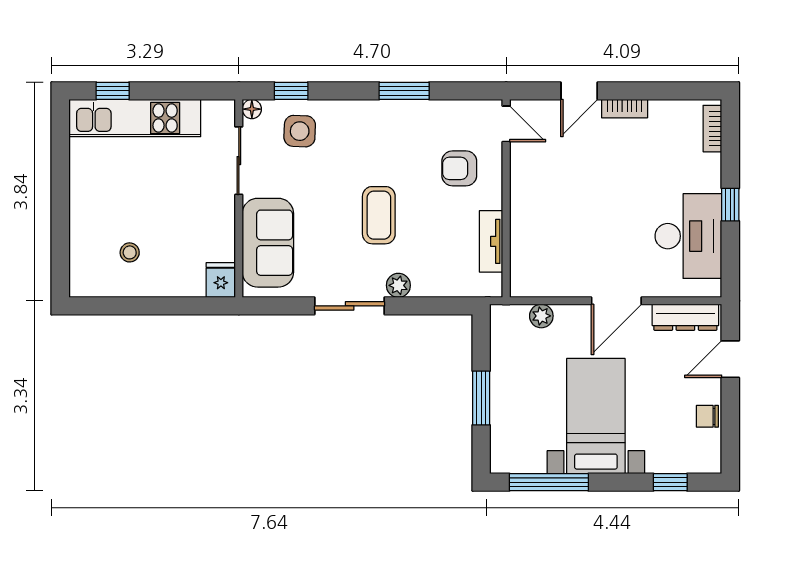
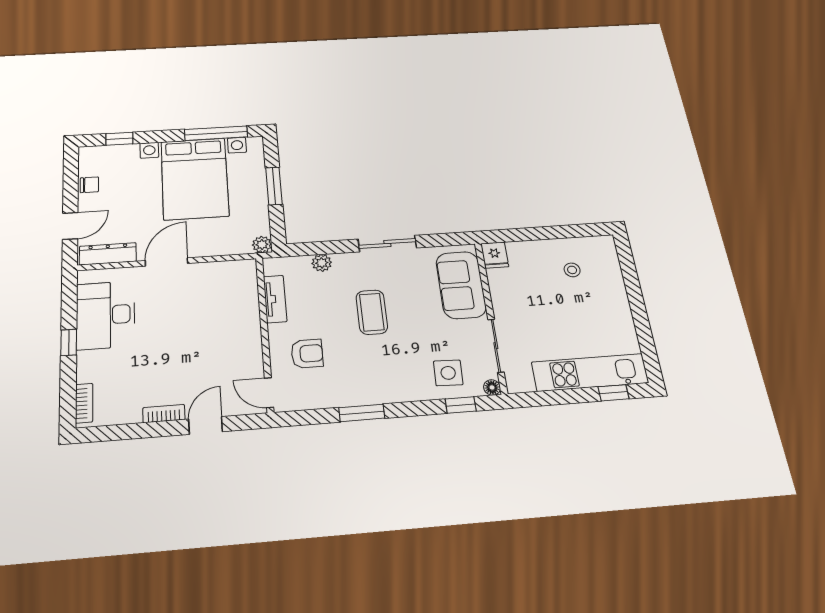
plant: (398, 285) -> (322, 263), moved
plant: (541, 316) -> (262, 245), moved
bed with nightstands: (596, 416) -> (195, 179), width x1.36

